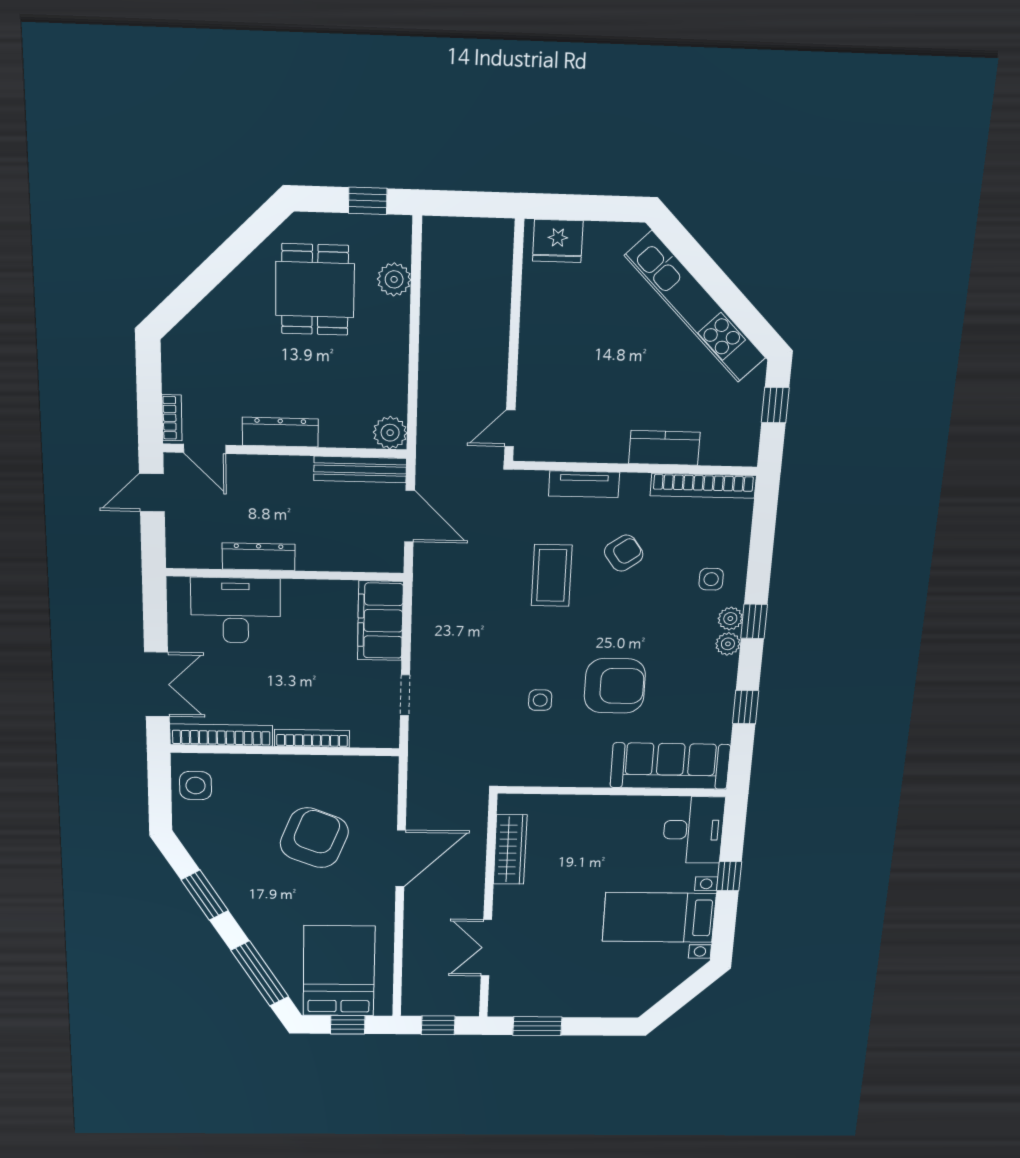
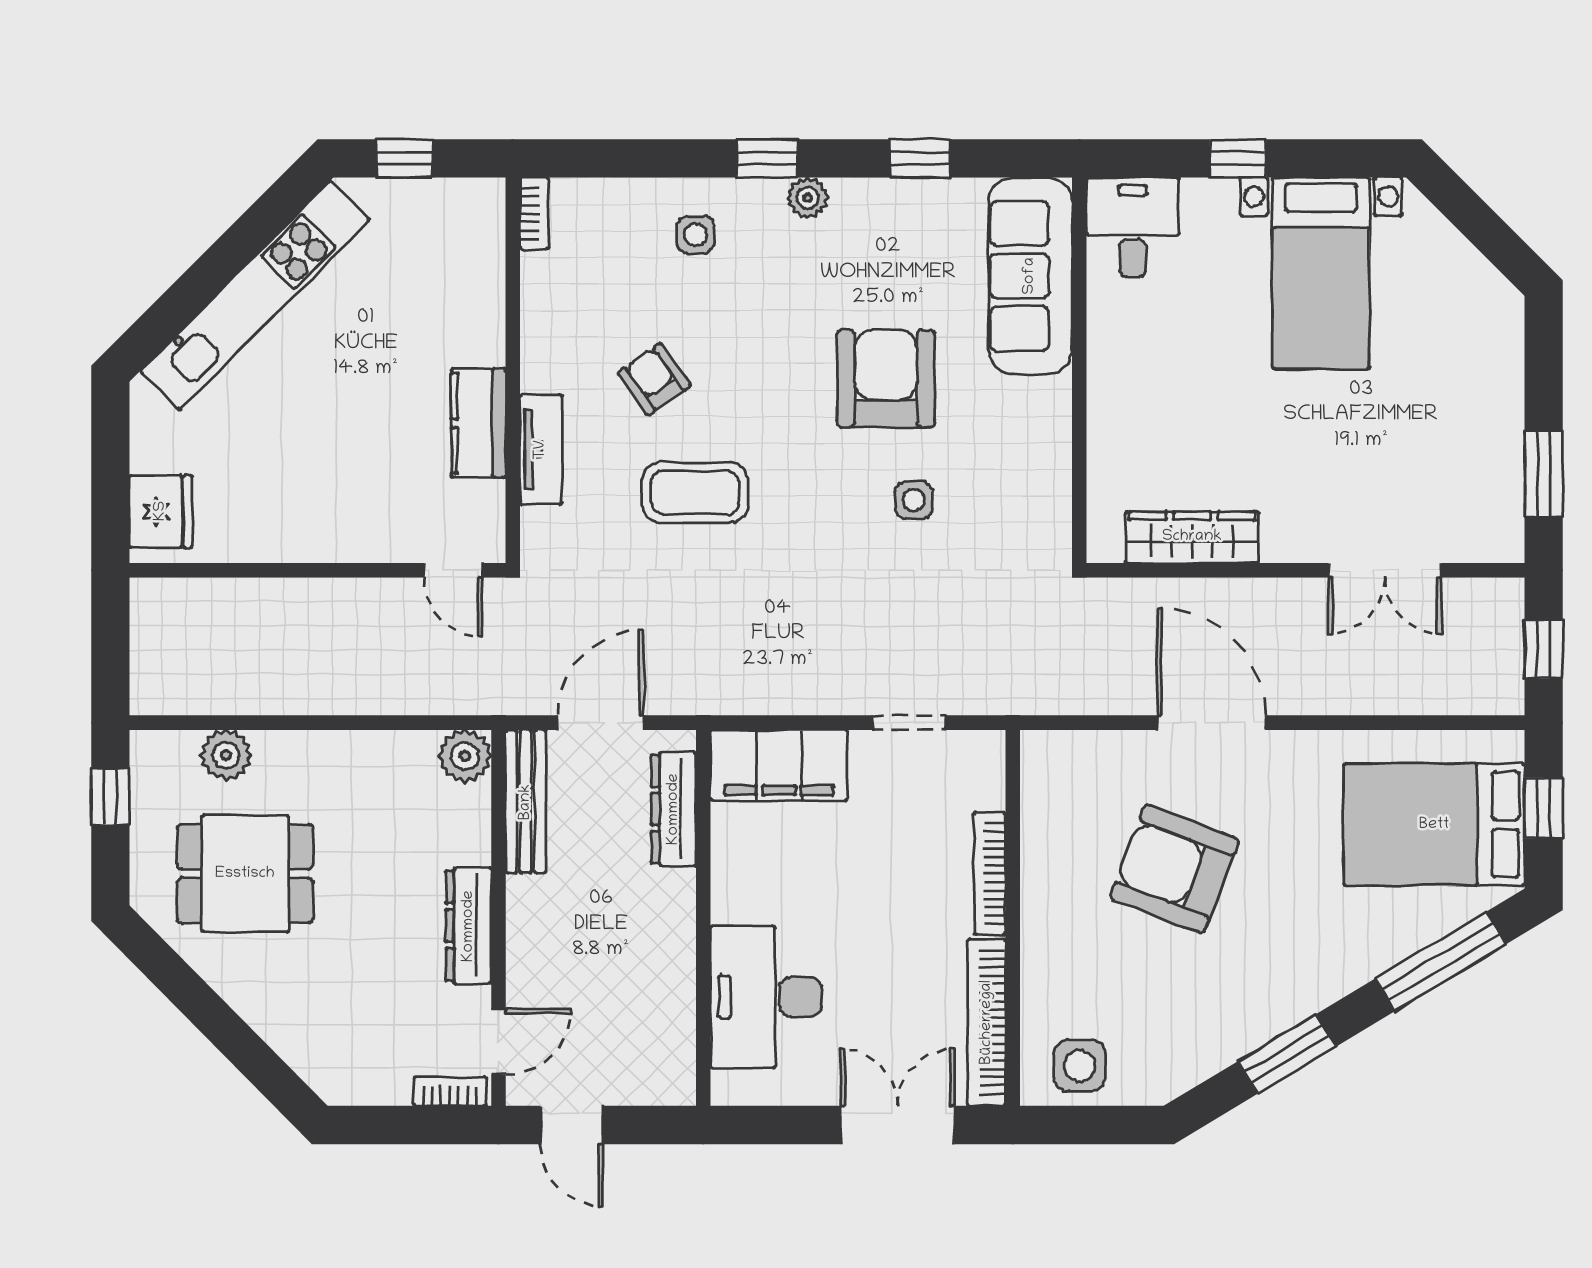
kitchen counter: (664, 448) -> (478, 423), moved
bookcase: (703, 486) -> (534, 213), width x0.43, depth x0.76
dresser: (259, 557) -> (674, 809), moved
plant: (730, 619) -> (763, 198), removed
desk: (693, 830) -> (1133, 227), width x0.73

